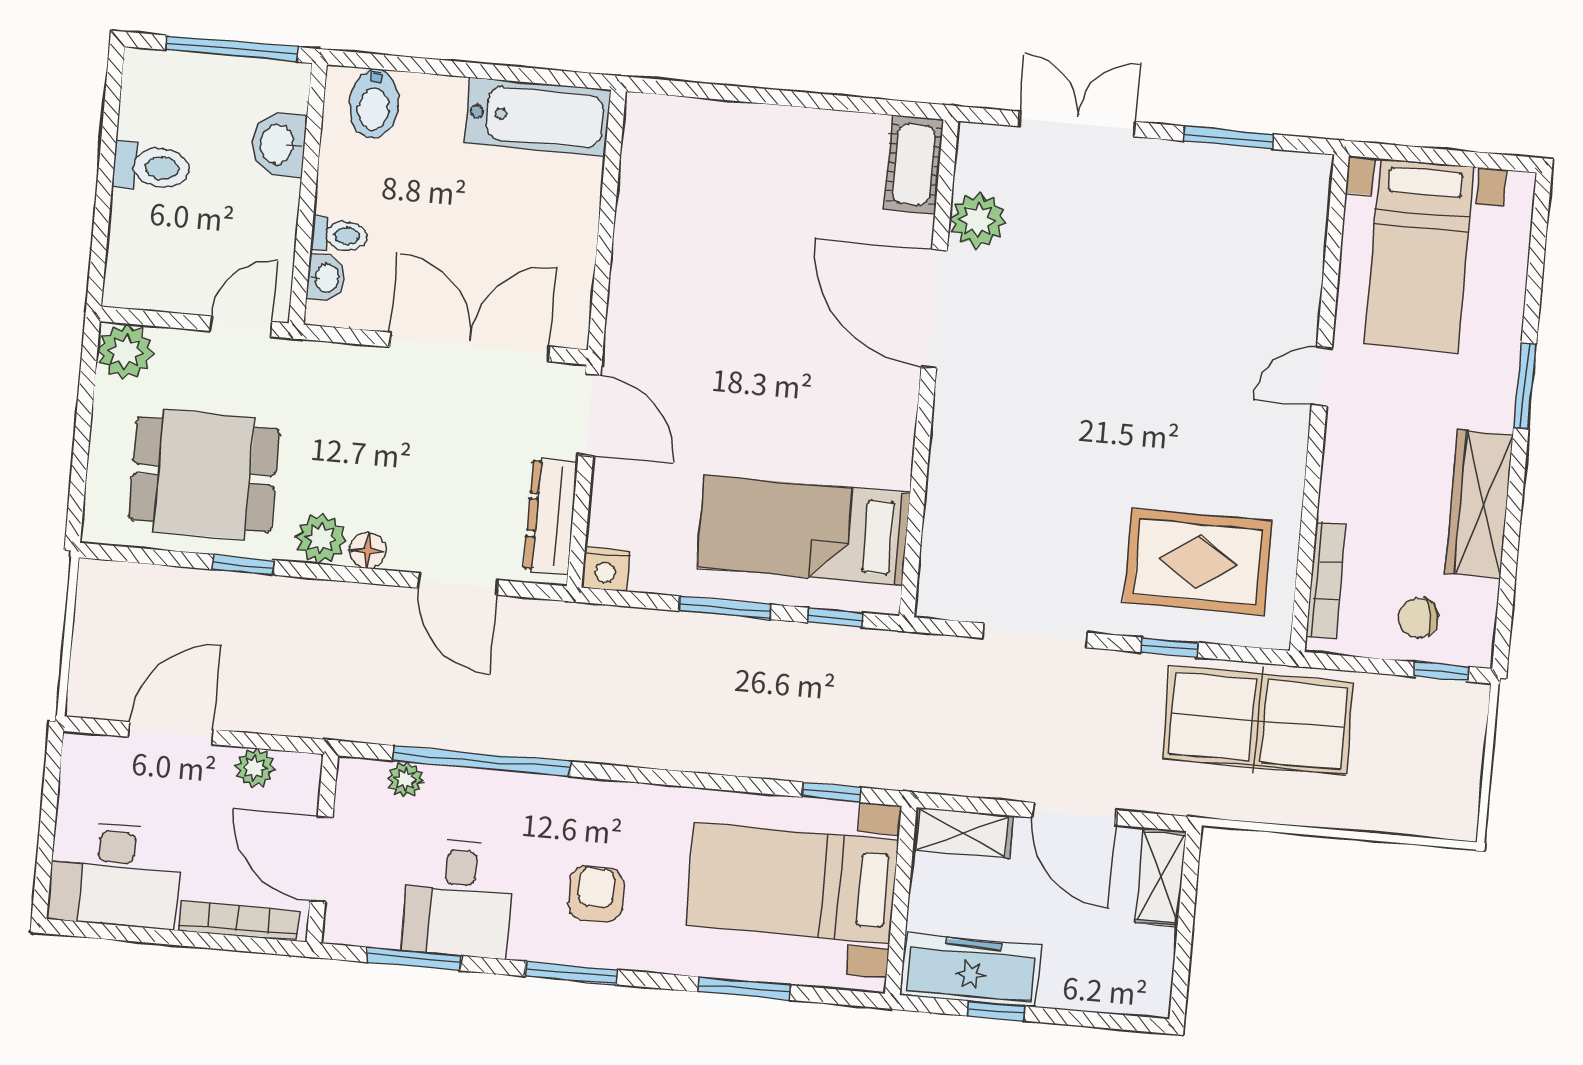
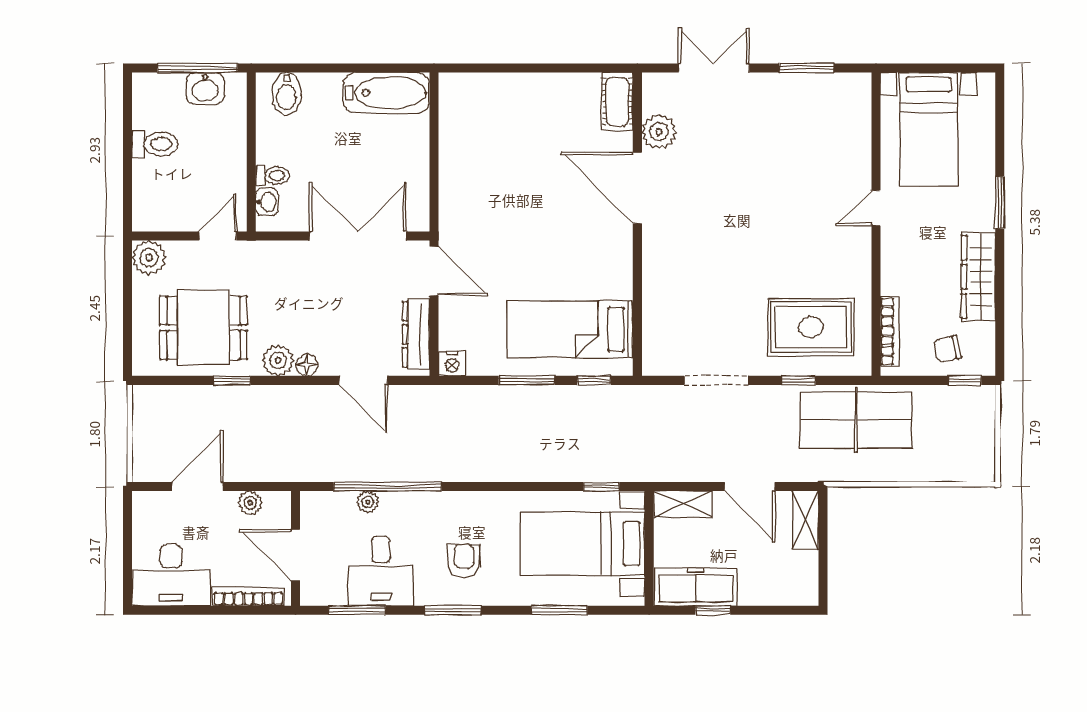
washbasin: (279, 144) -> (205, 88), moved, turned -90
plant: (406, 780) -> (368, 502), moved

